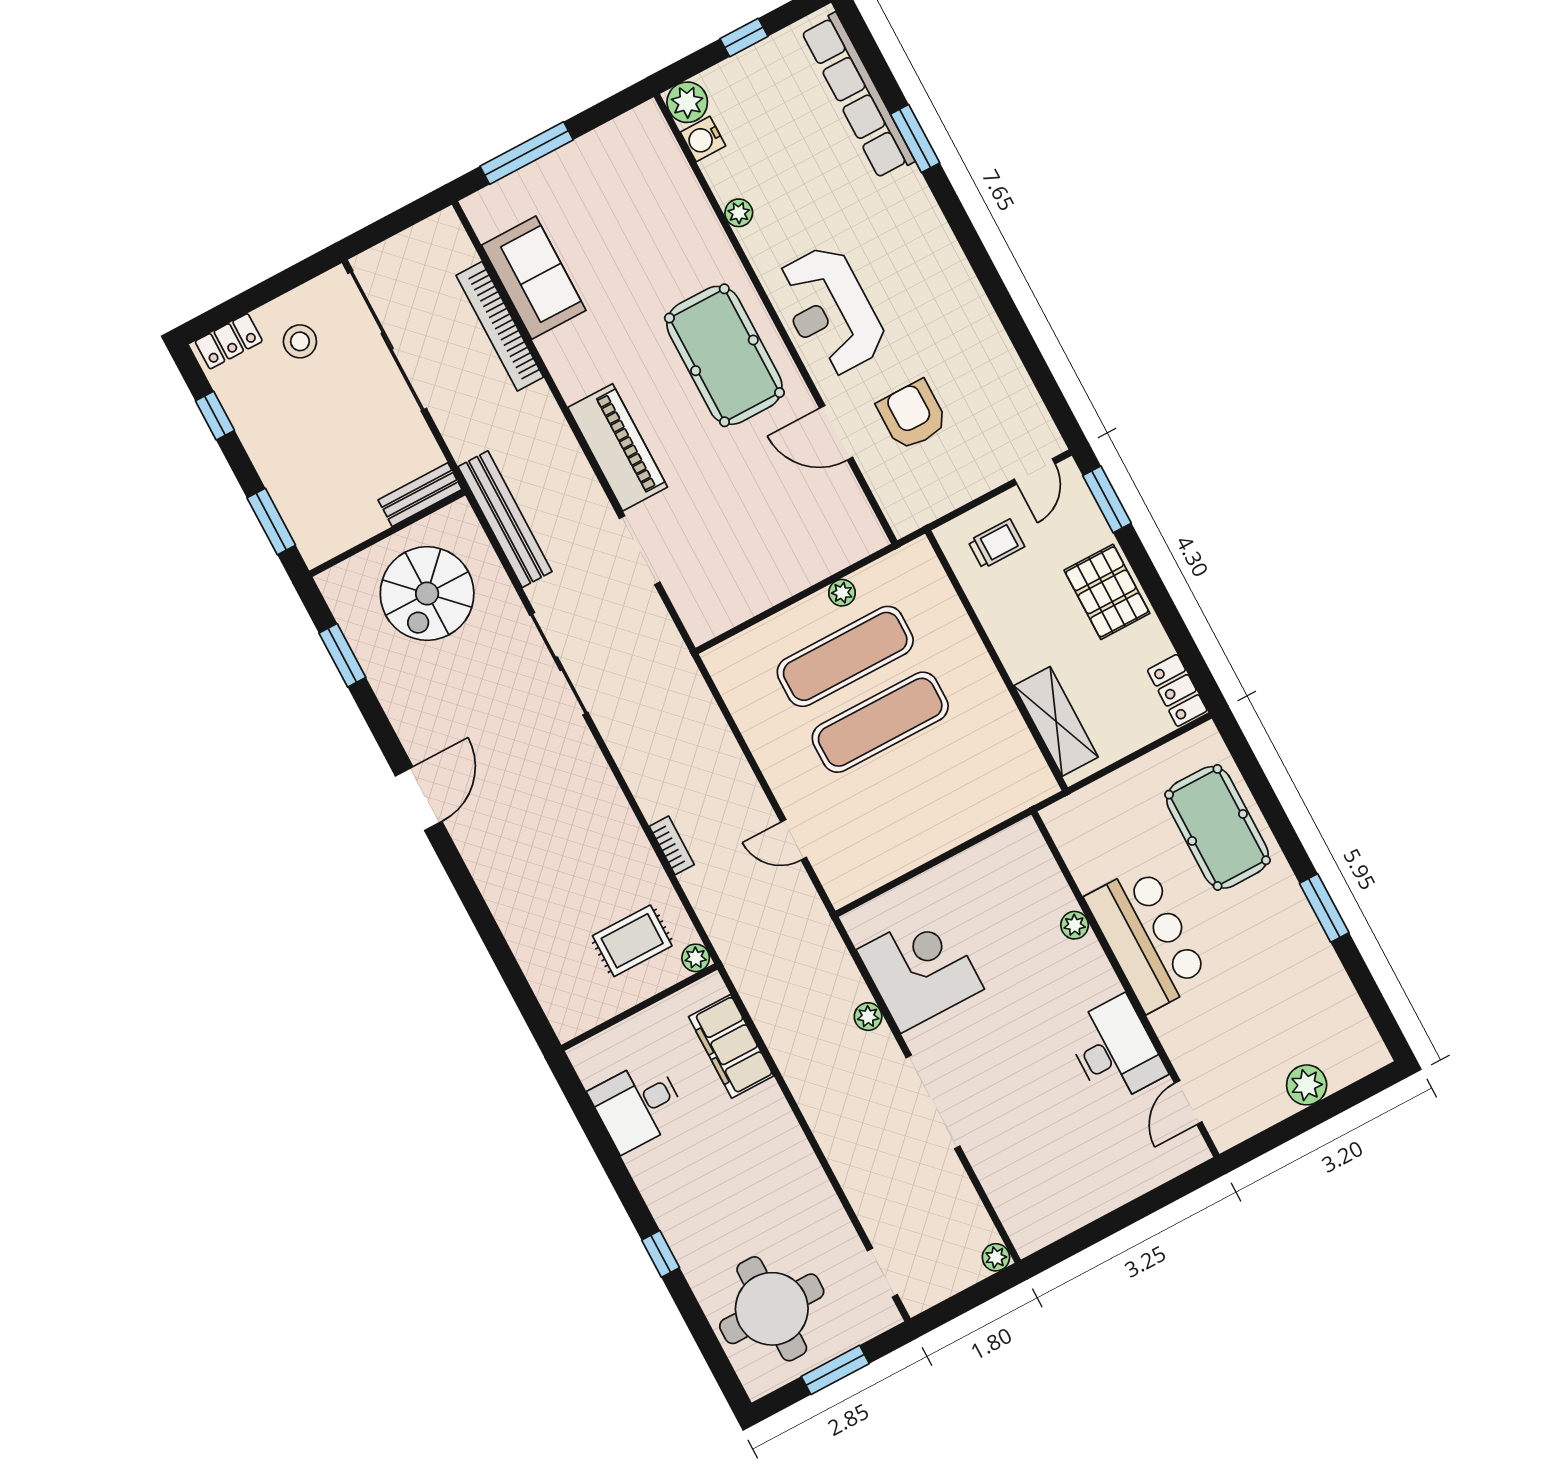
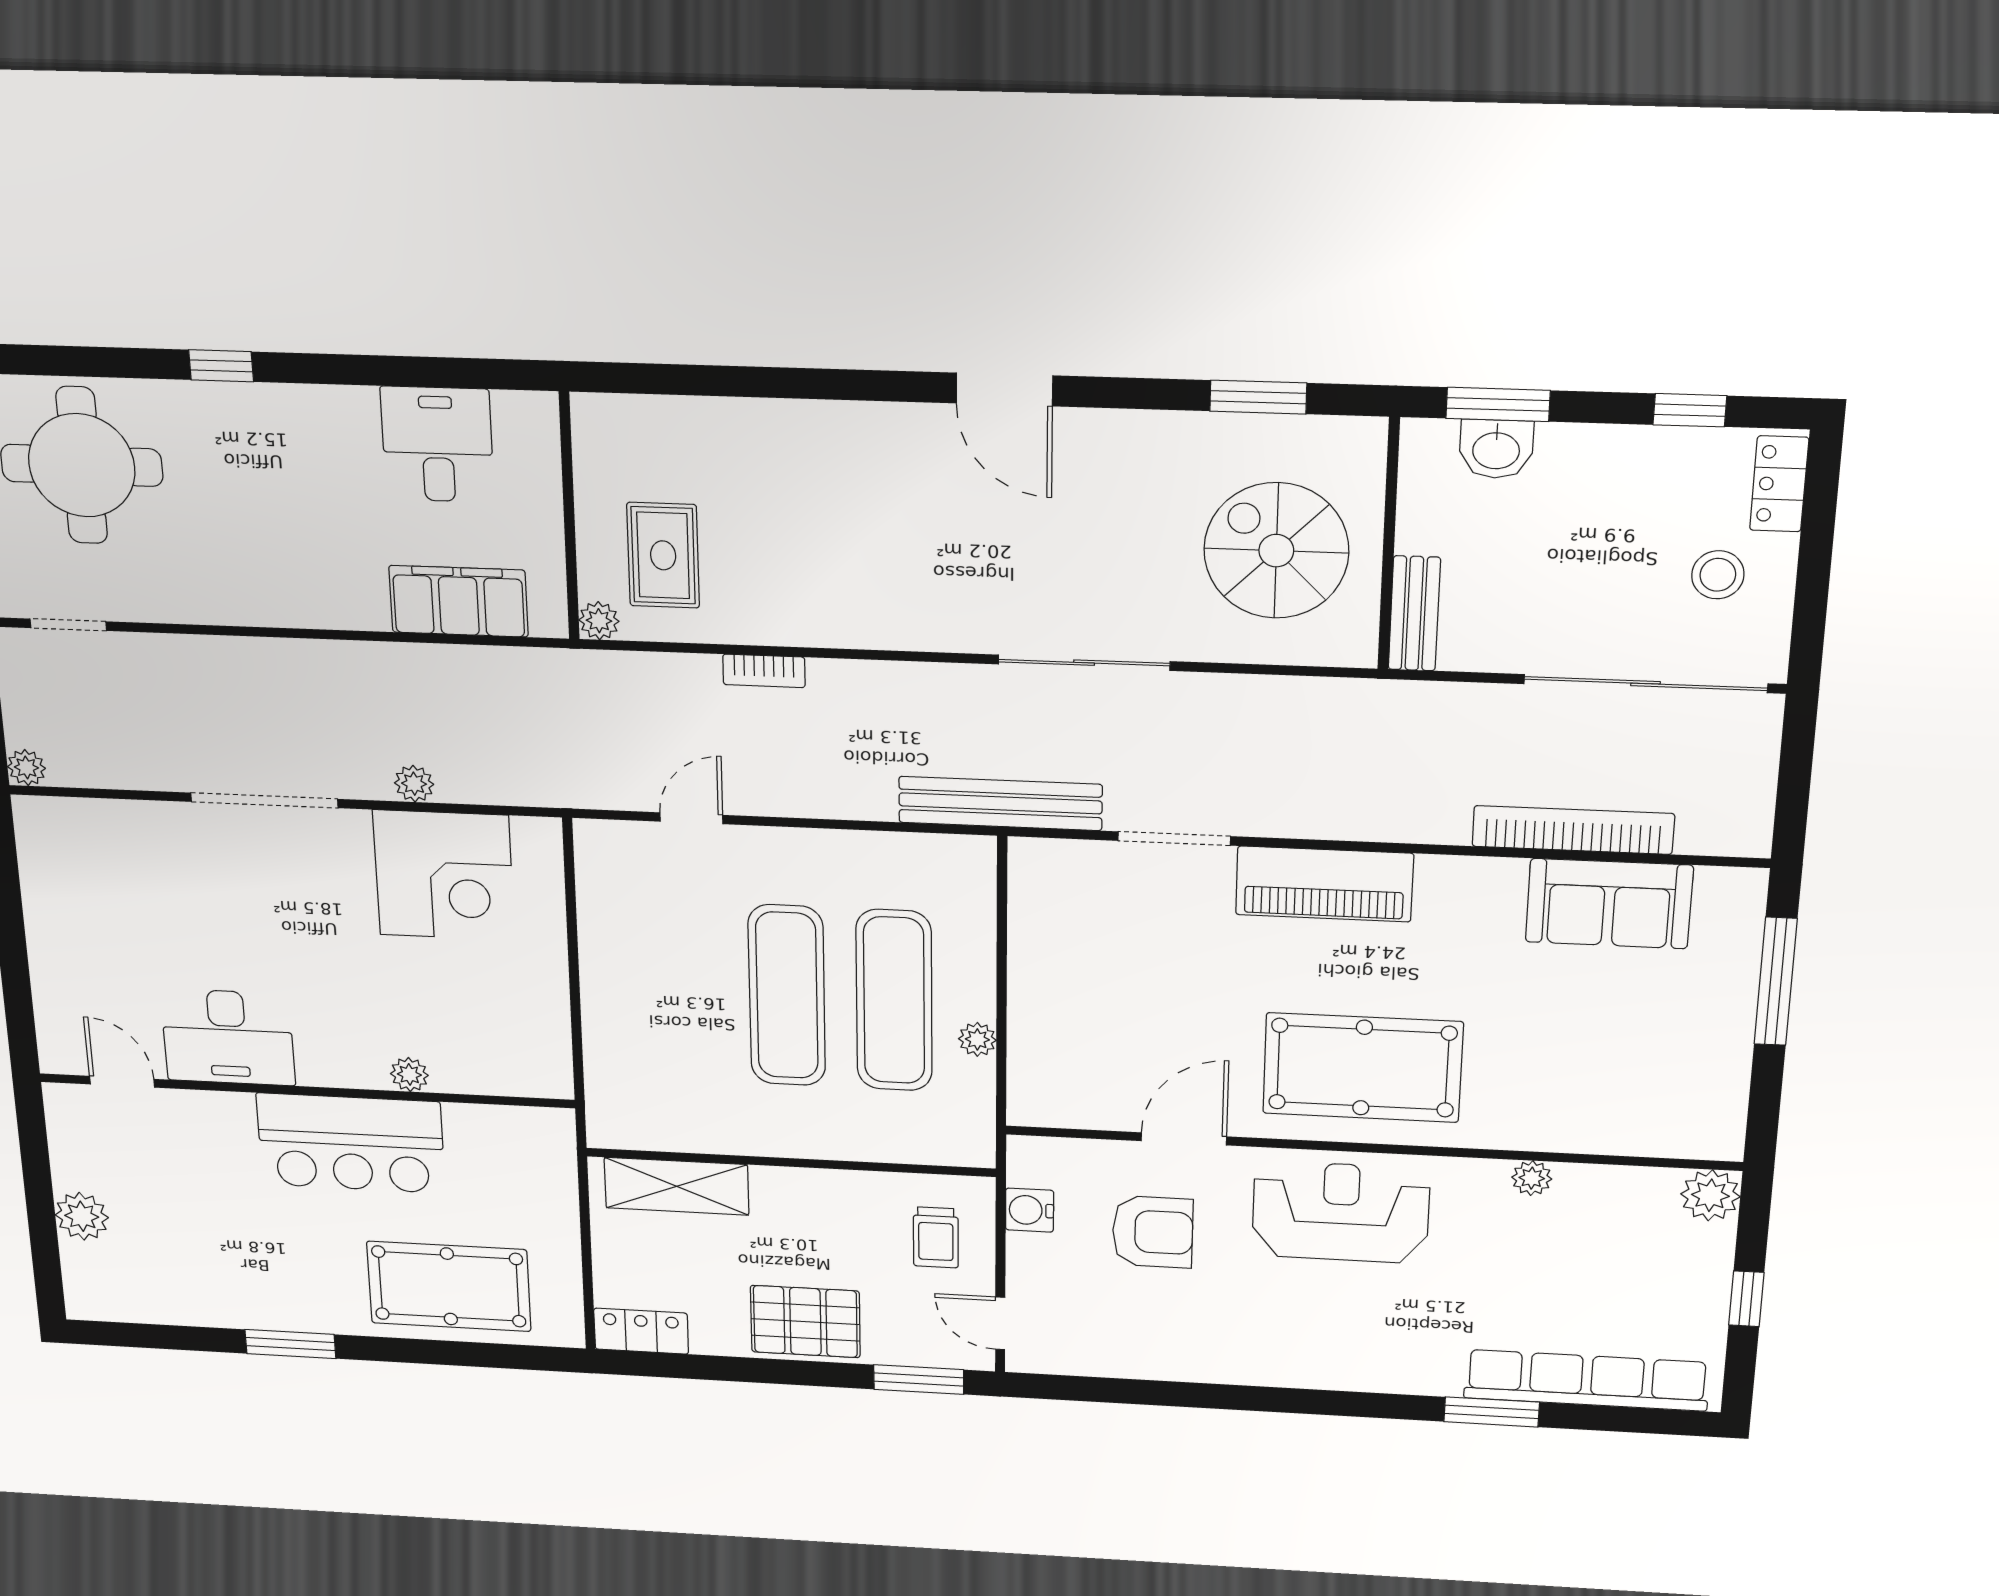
water cooler: (703, 139) -> (1030, 1210), moved, turned -90
washbasin: (297, 507) -> (1496, 449), added
bench: (505, 519) -> (1000, 803), moved

